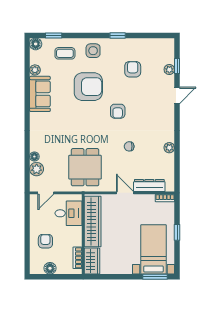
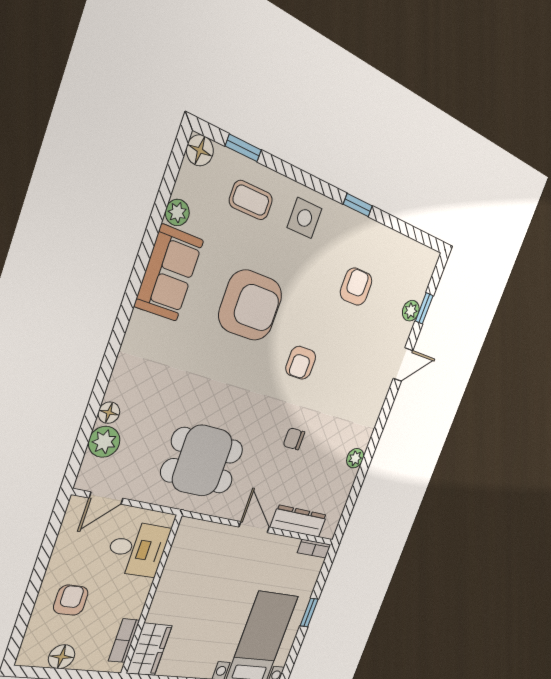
armchair: (88, 87) -> (250, 305), moved
dining table: (85, 167) -> (202, 461), turned 90
wardrobe: (93, 221) -> (178, 573), removed

